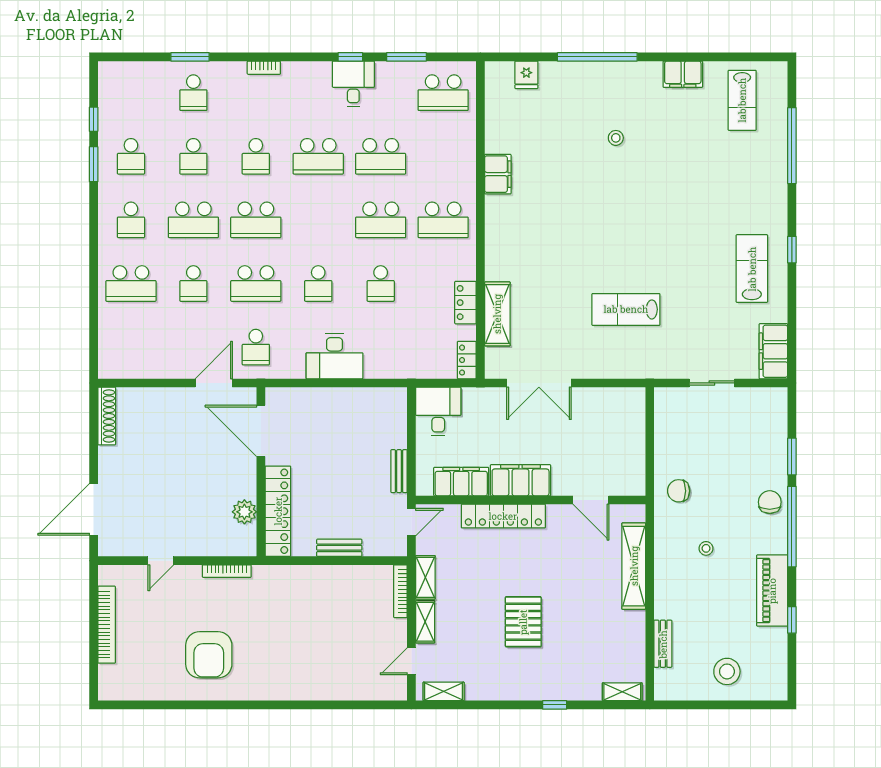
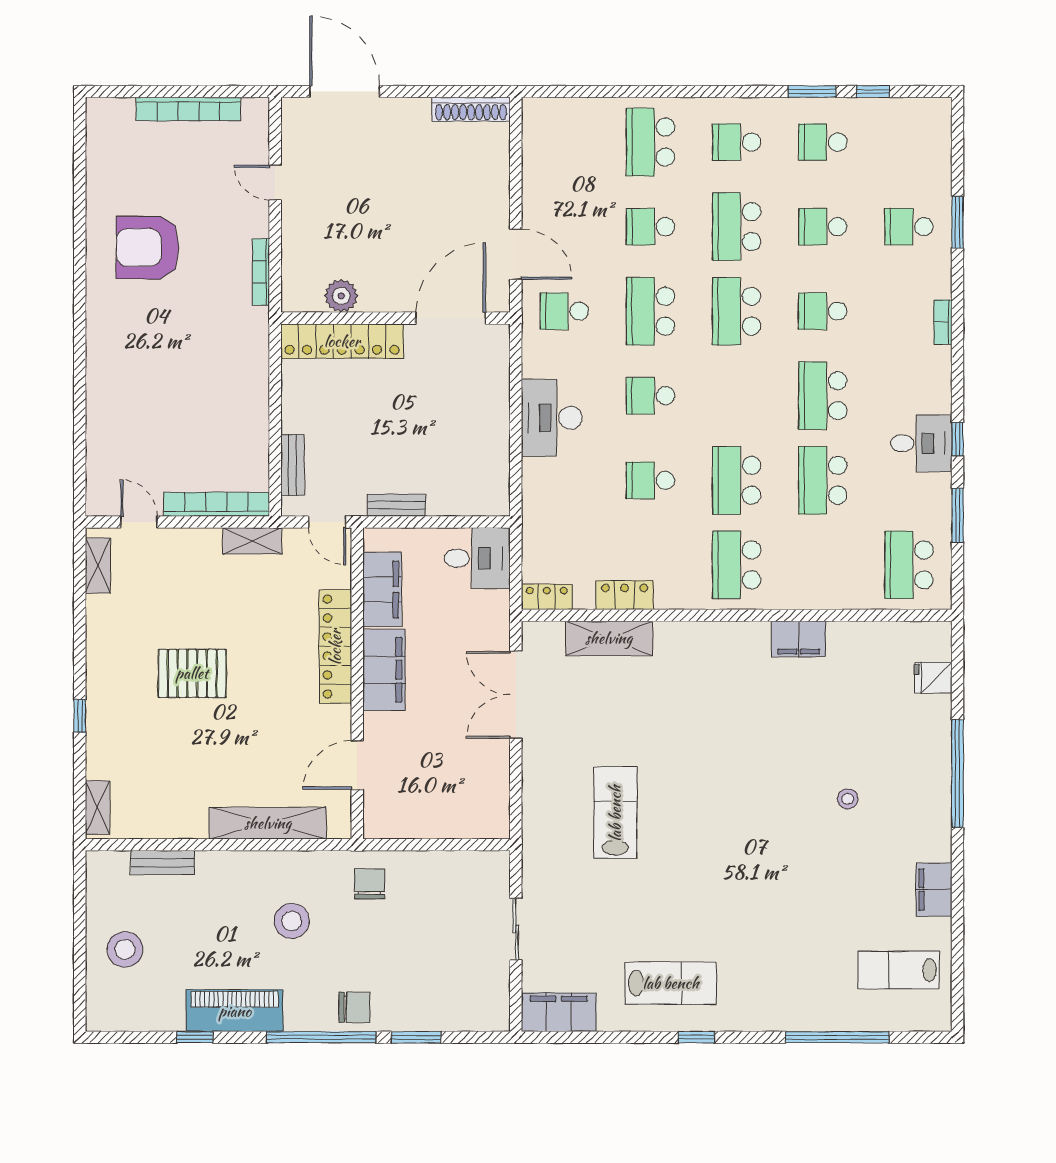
bench: (339, 548) -> (292, 465), moved
stool: (706, 548) -> (292, 921), width x1.89, depth x1.89
bookcase: (400, 591) -> (216, 504), width x1.48, depth x1.31
shelving: (425, 622) -> (192, 540), removed

